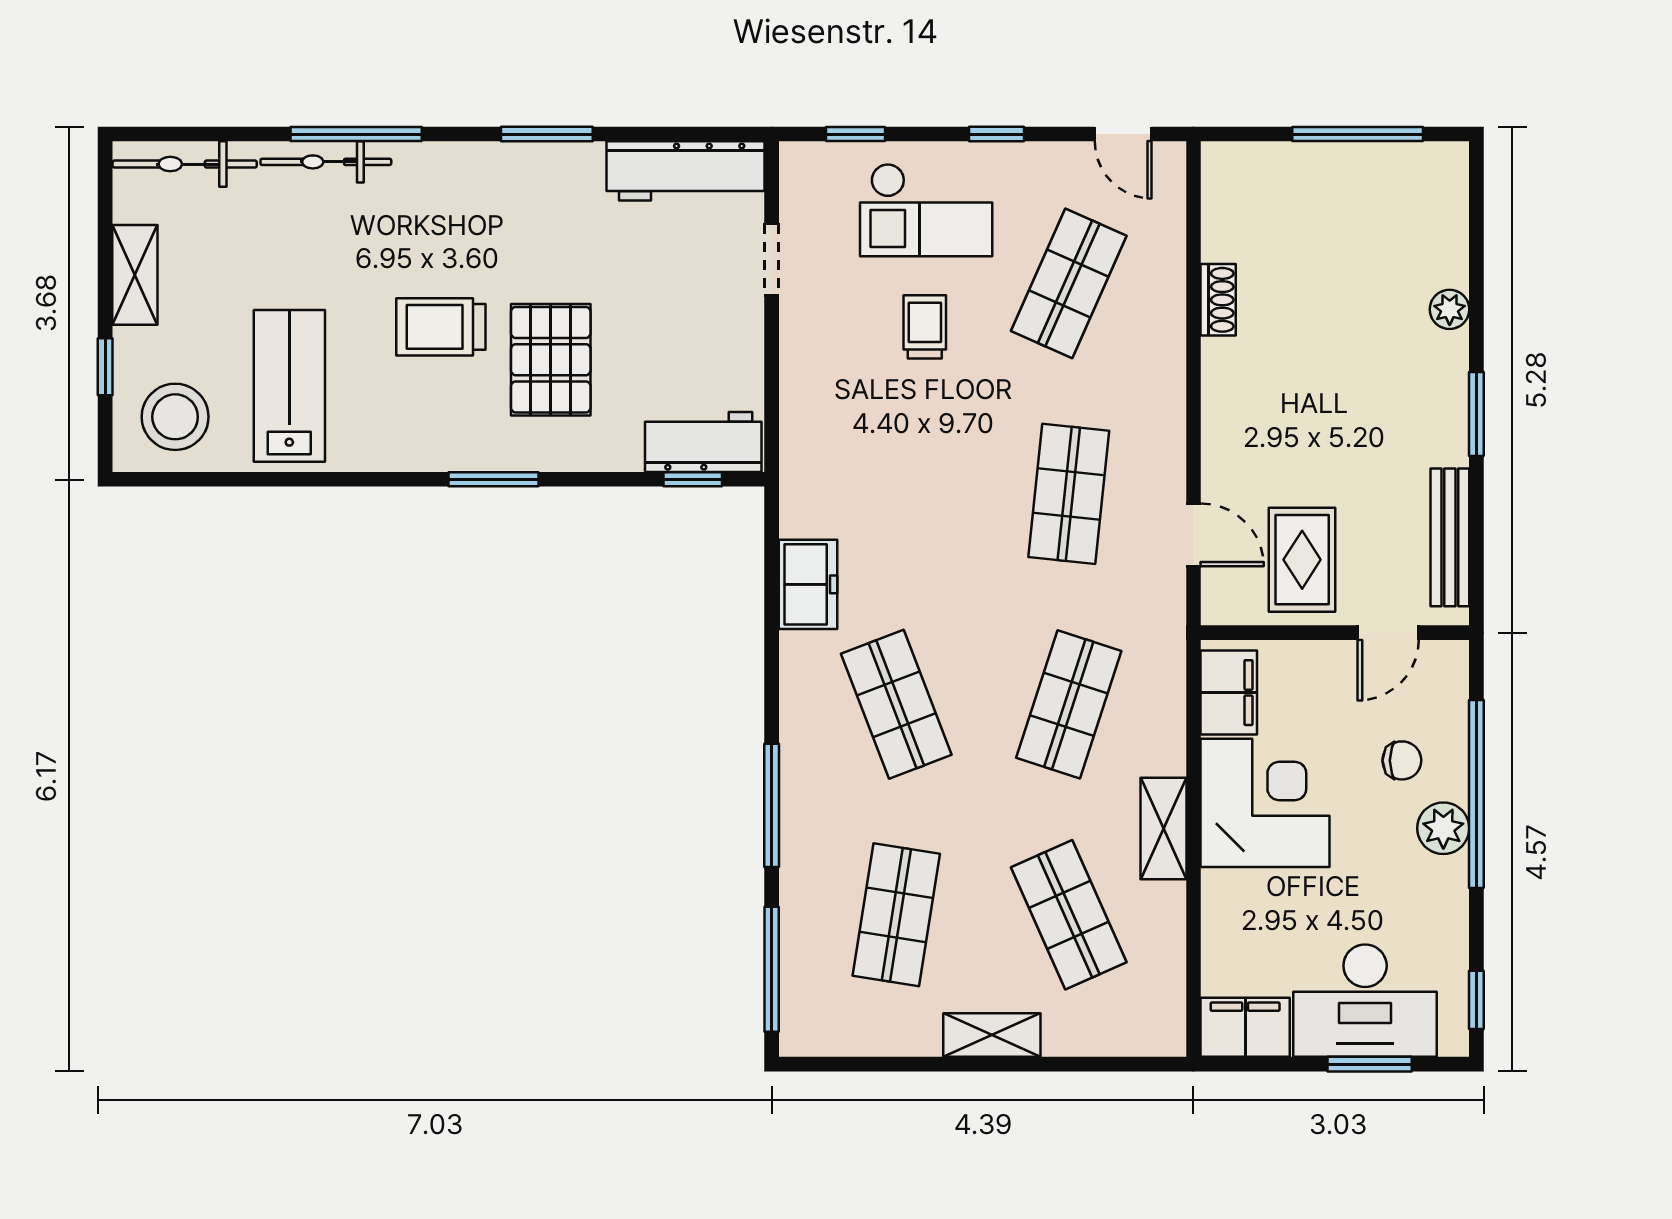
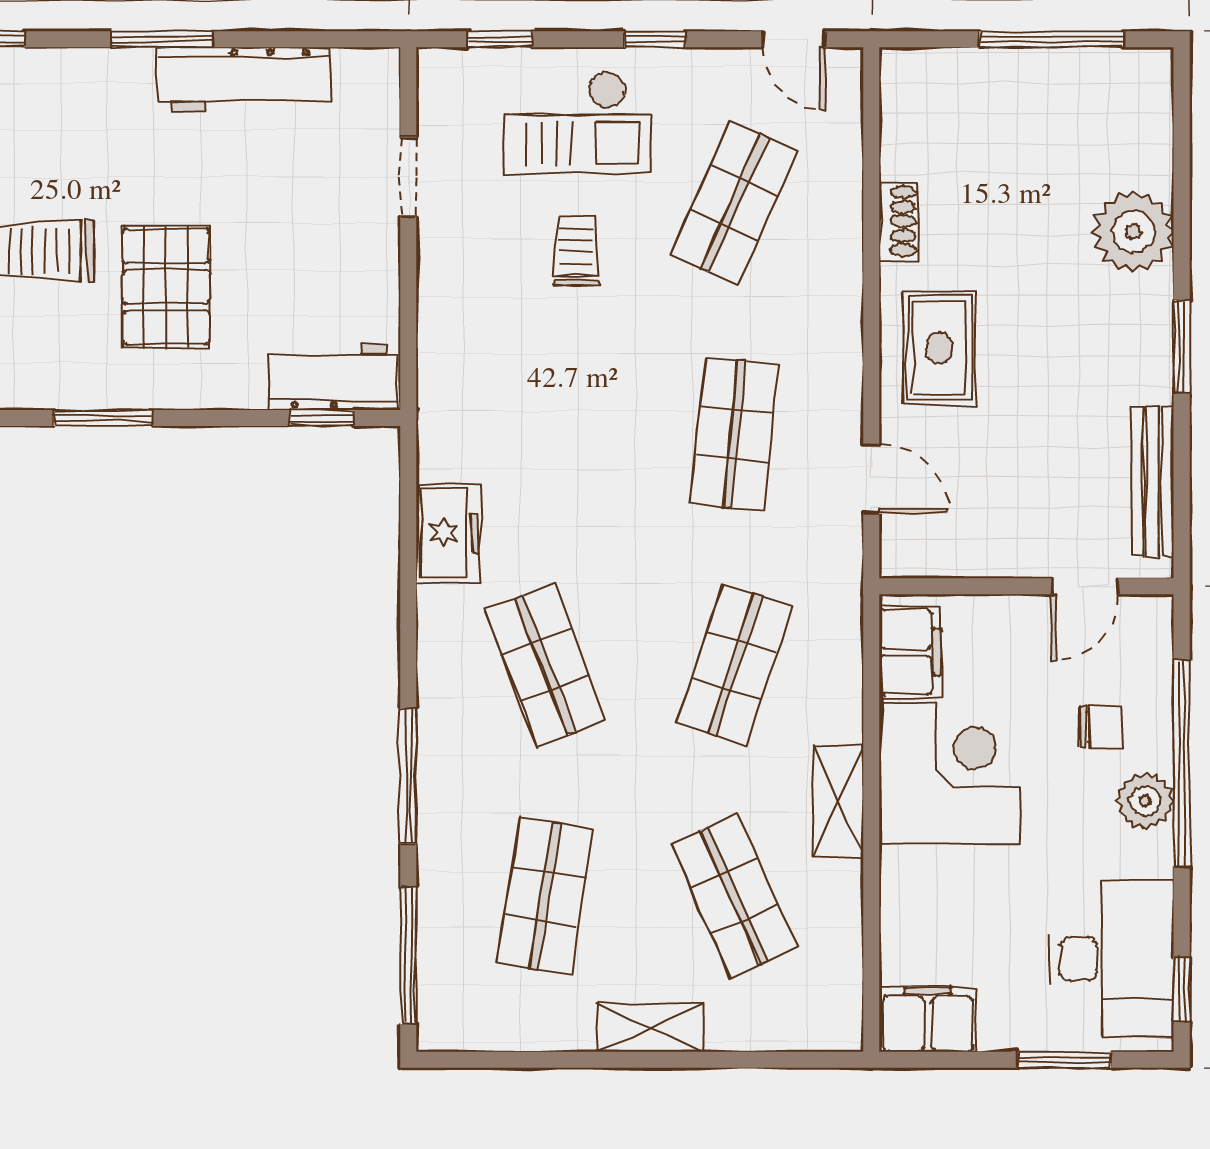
workbench: (685, 171) -> (244, 80), moved
plant: (1450, 309) -> (1133, 232), width x1.88, depth x1.88
rug: (1302, 560) -> (939, 348), moved
desk: (1365, 1001) -> (1112, 959), moved, turned -90

